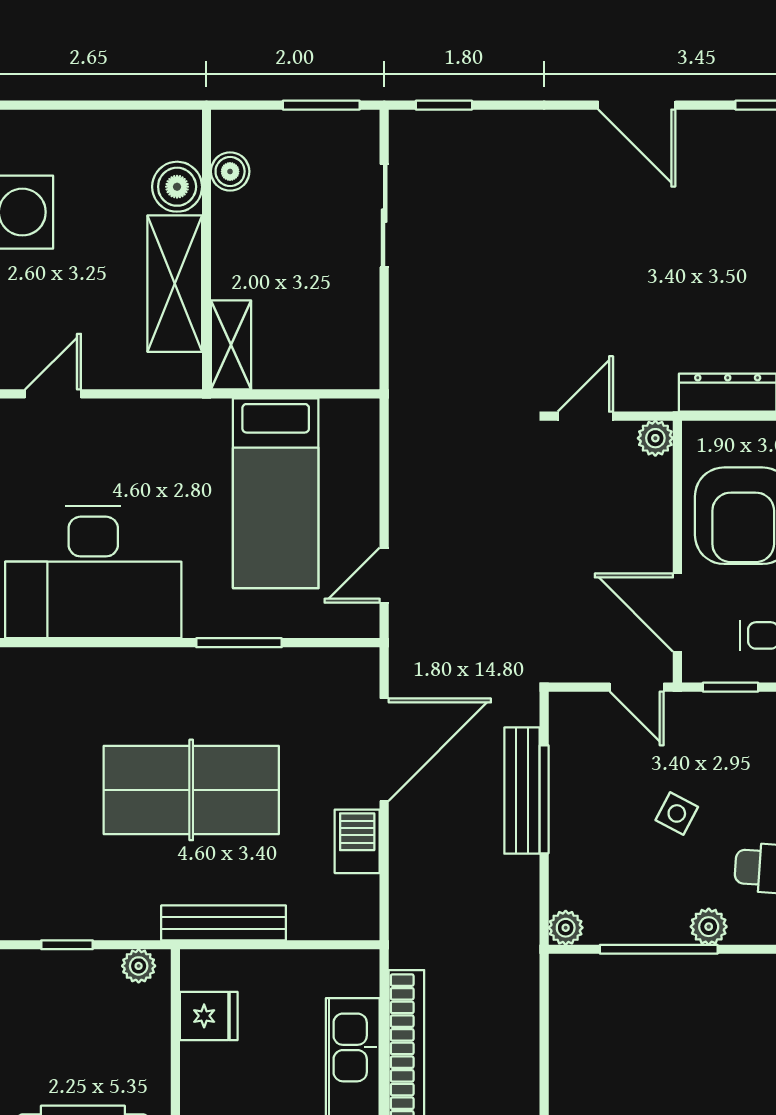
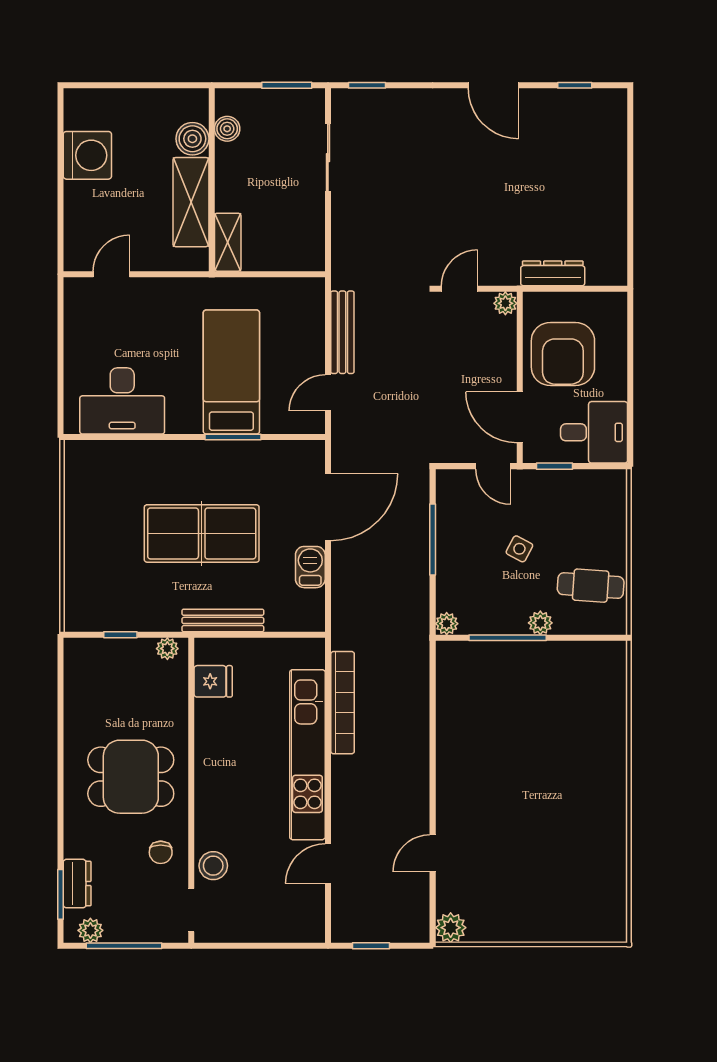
bed: (276, 493) -> (231, 372), moved, turned 180
desk: (93, 572) -> (122, 401), width x0.73, depth x0.77
bench: (522, 791) -> (342, 332), moved

